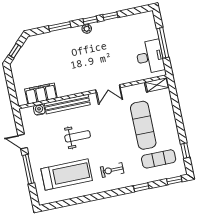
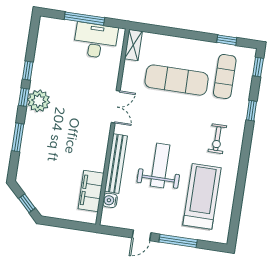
plant: (87, 29) -> (39, 101), width x1.88, depth x1.88
weight bench: (78, 136) -> (160, 166), width x1.36, depth x1.33

